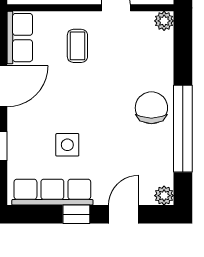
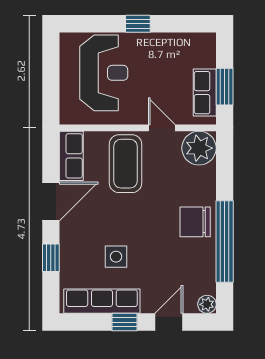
plant: (164, 21) -> (199, 148), width x1.88, depth x1.88
coffee table: (77, 46) -> (125, 164), width x1.86, depth x1.72
chair: (151, 108) -> (195, 222), turned -90

